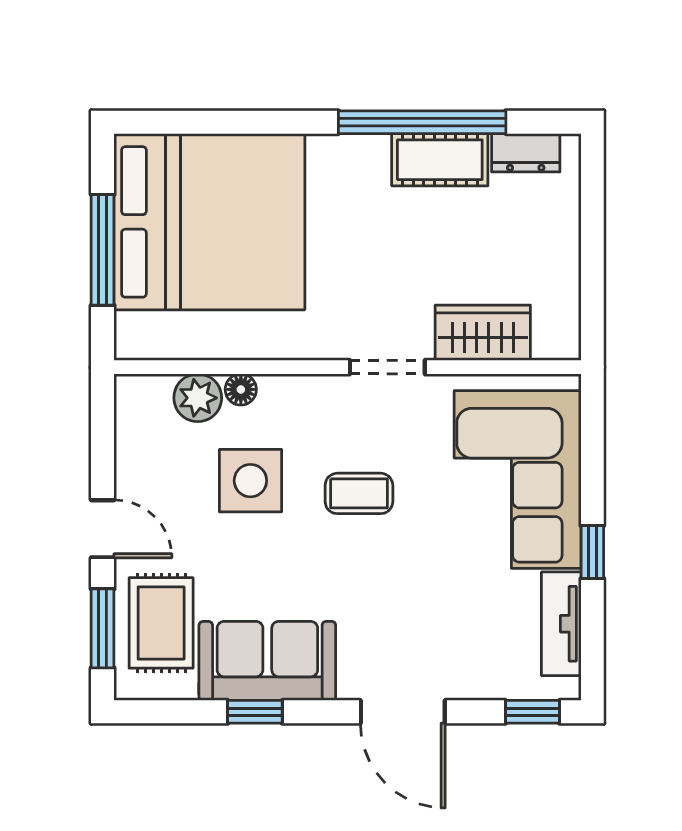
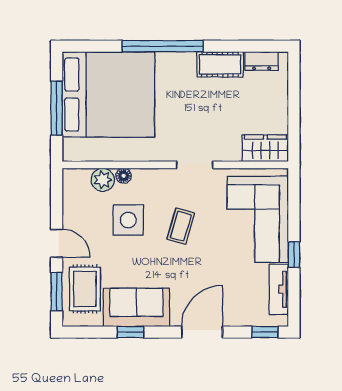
window: (422, 122) -> (163, 46), moved
wardrobe: (483, 333) -> (265, 148), moved
coffee table: (359, 493) -> (181, 226), turned -74
door: (403, 712) -> (202, 332), swing flipped

